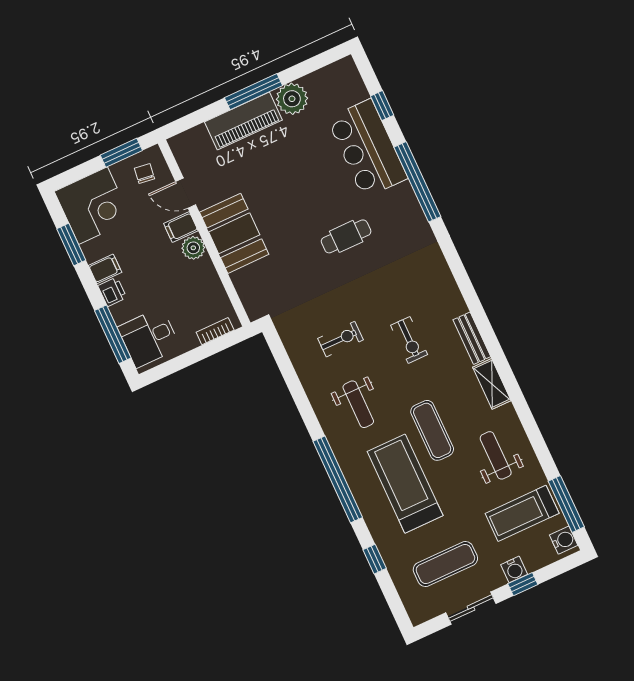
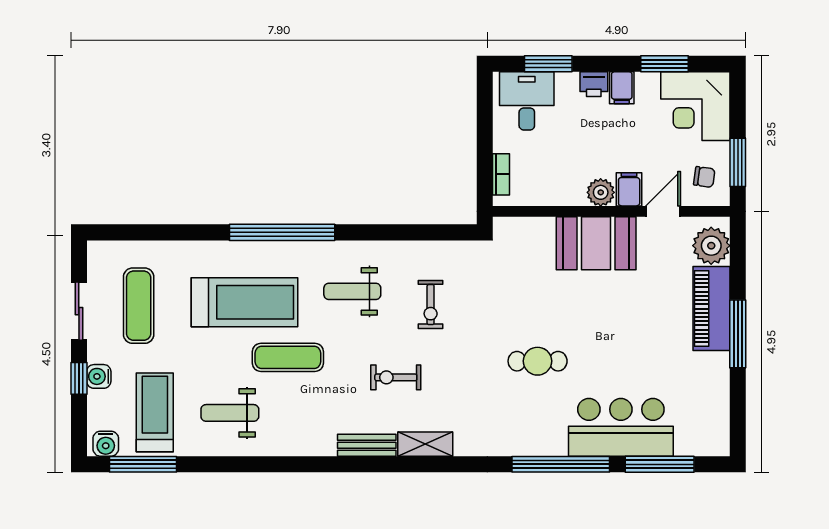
plant: (292, 99) -> (711, 246), moved
window: (382, 106) -> (660, 464), width x2.17
cafe table: (346, 236) -> (538, 361), turned 90
window: (113, 334) -> (548, 64), width x0.69
shelving: (492, 384) -> (425, 444), moved
weight bench: (496, 455) -> (230, 413), turned 180
window: (375, 559) -> (179, 232), removed

